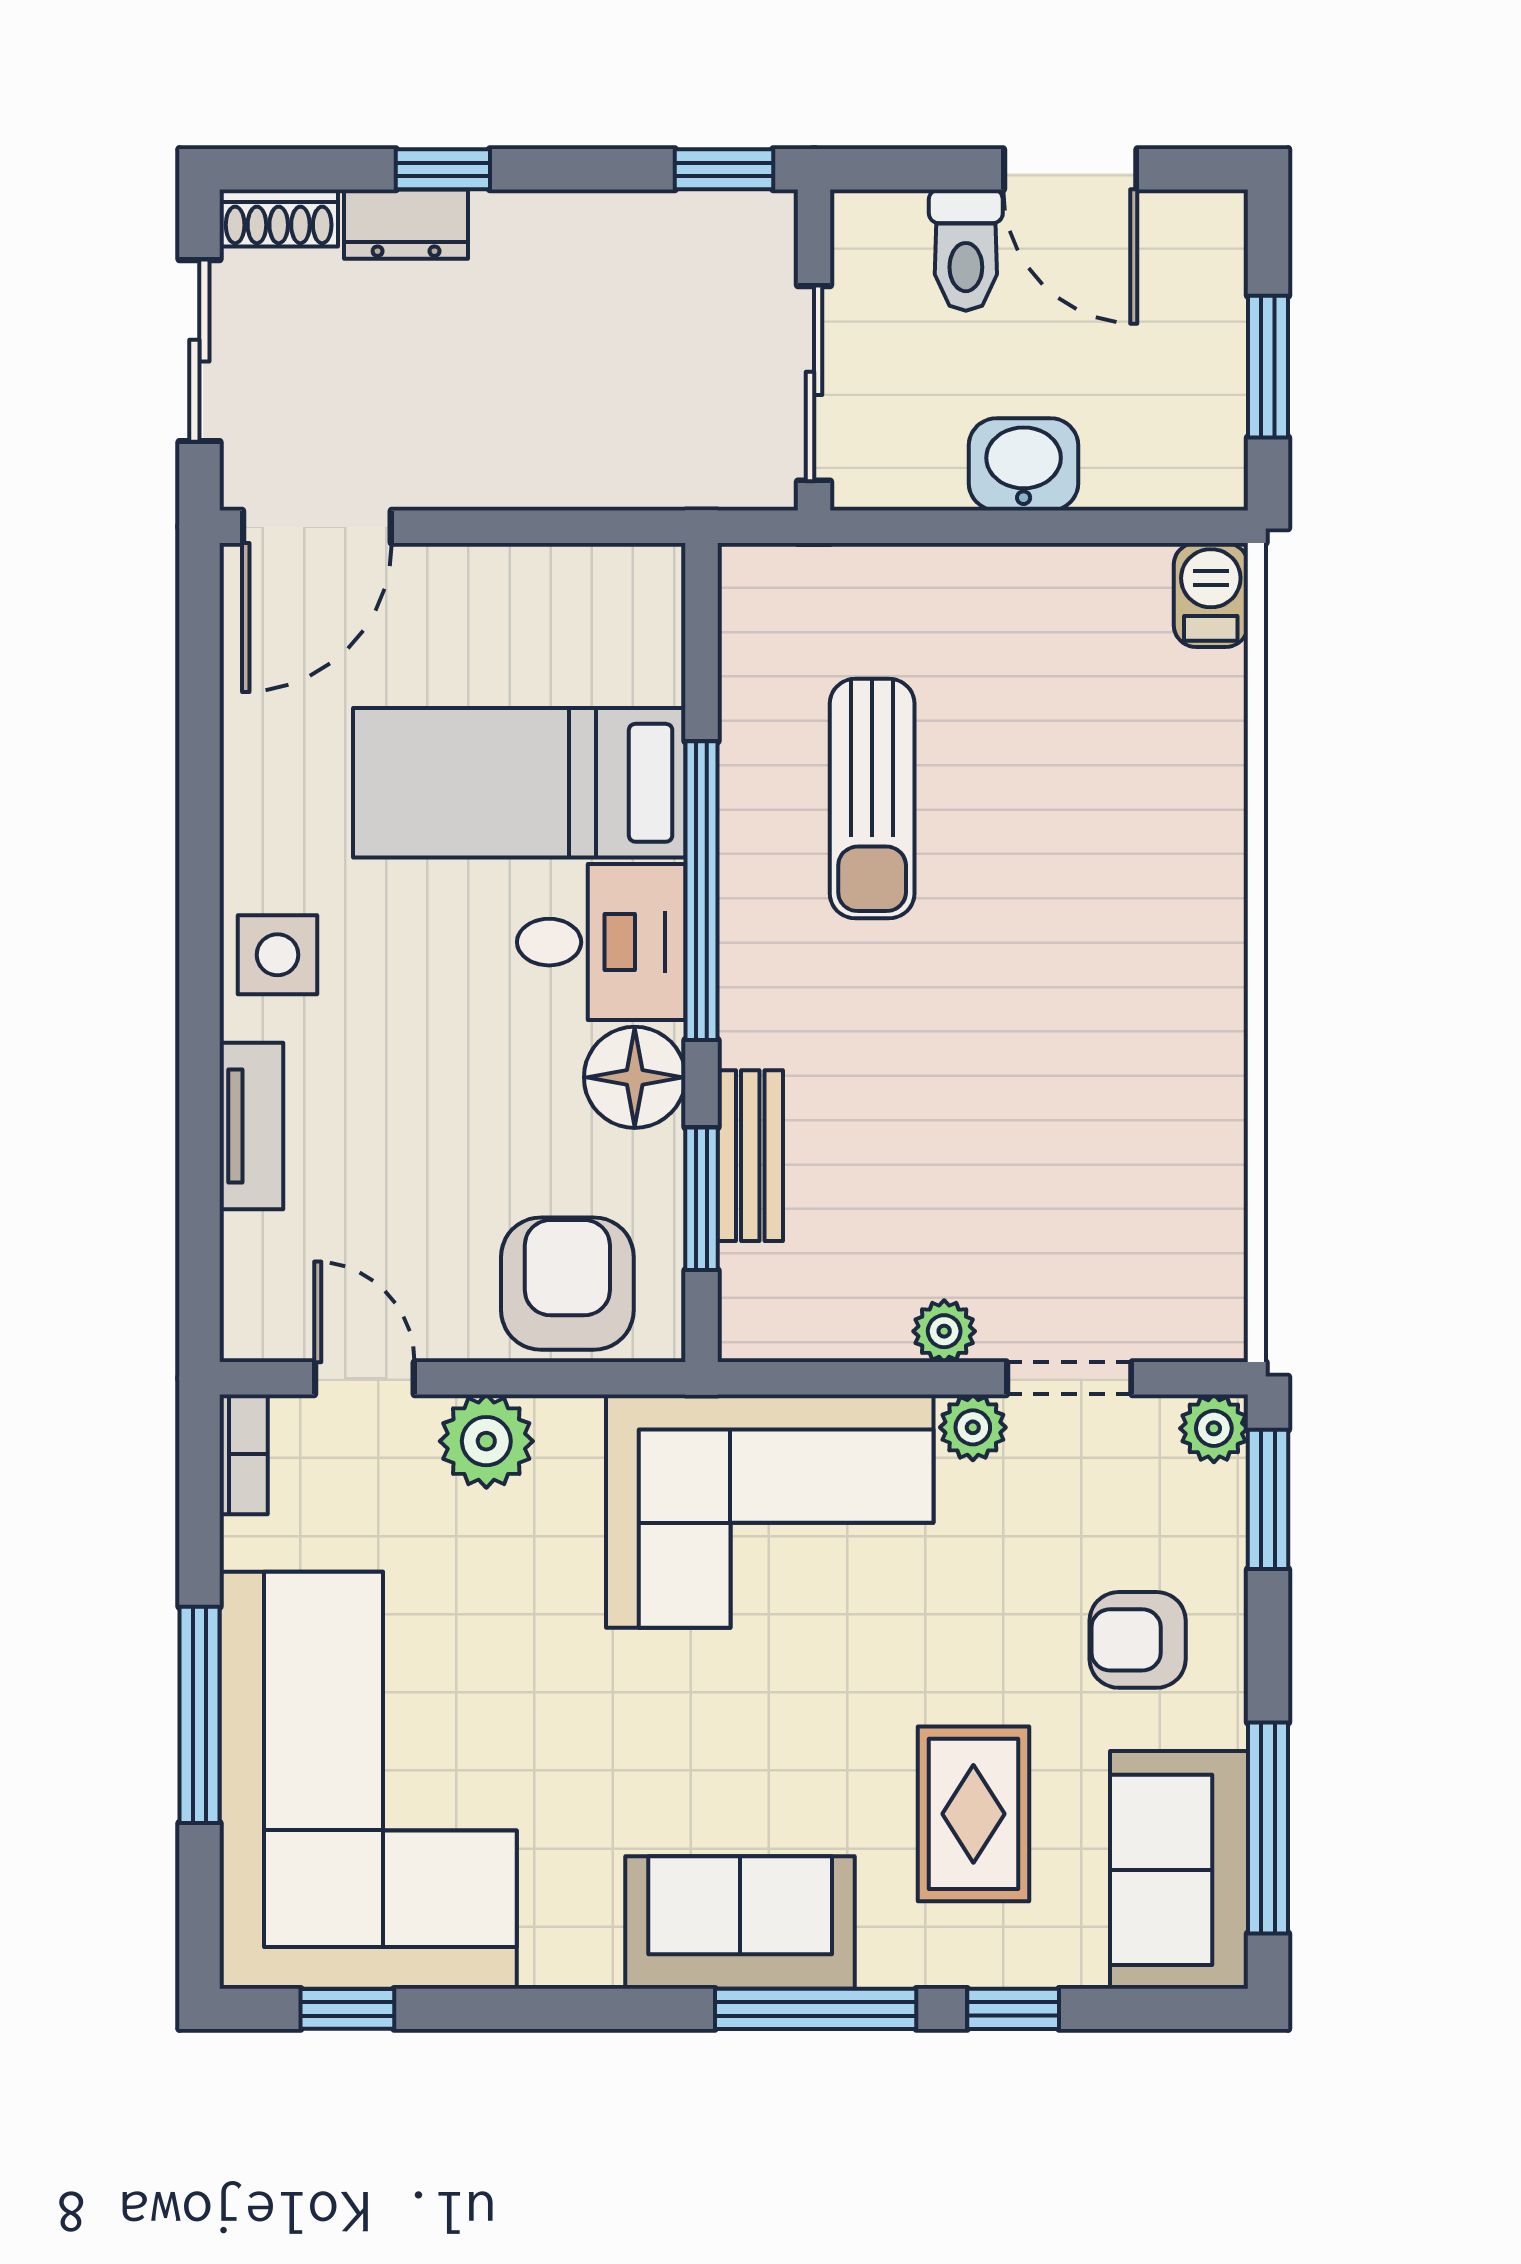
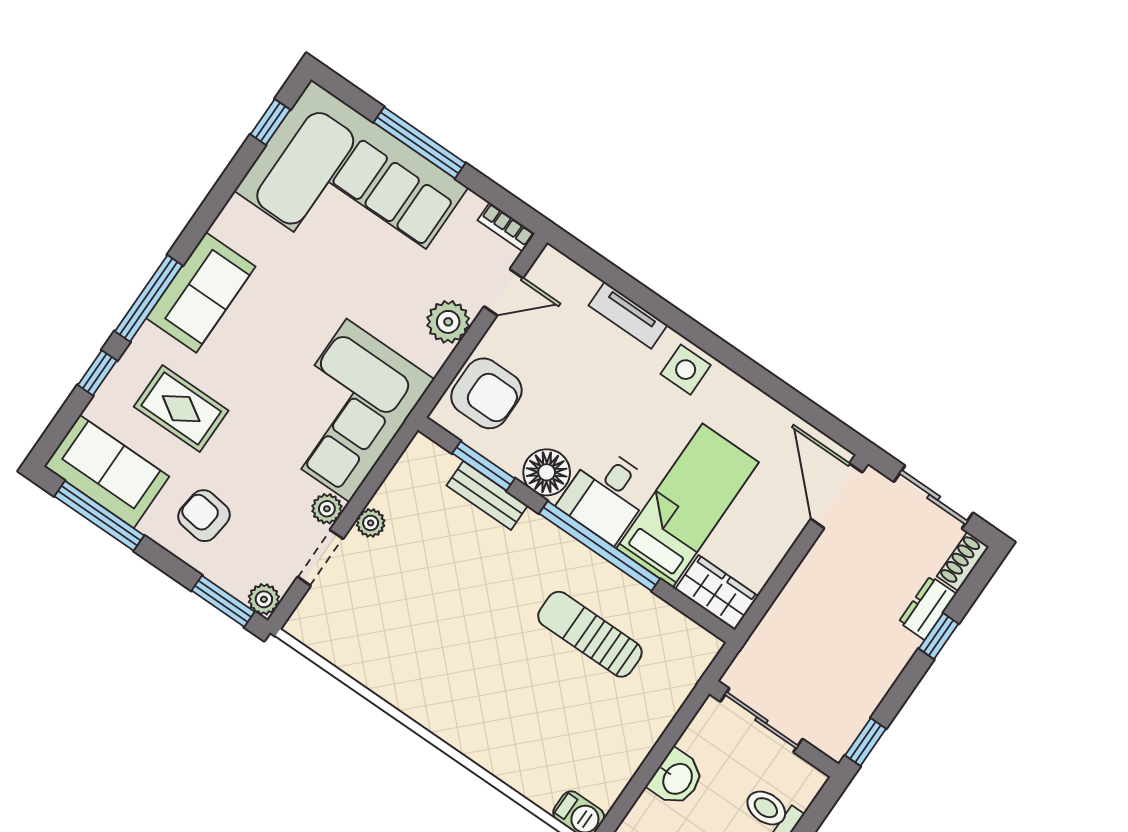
wardrobe: (640, 623) -> (716, 592), added
armchair: (1138, 1640) -> (204, 516), turned -83

